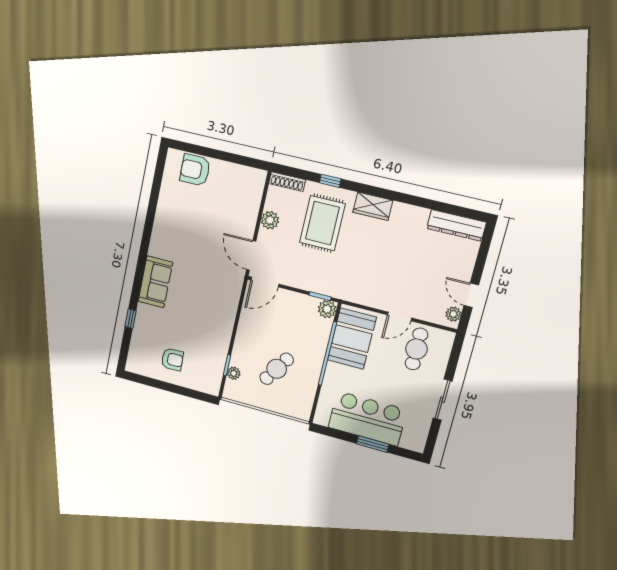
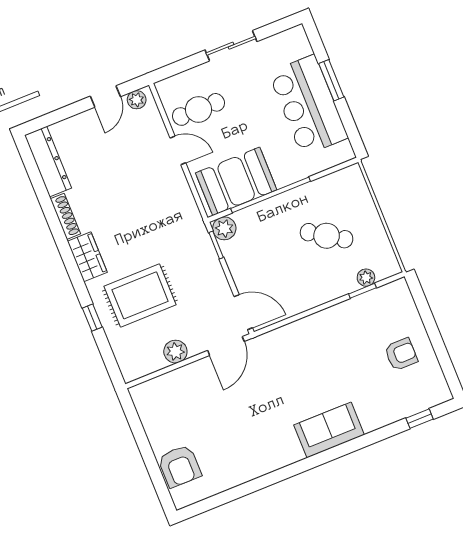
shoe rack: (287, 182) -> (65, 216), moved
window: (131, 319) -> (420, 419), moved
armchair: (172, 359) -> (401, 354), turned 92

